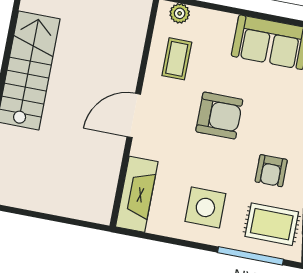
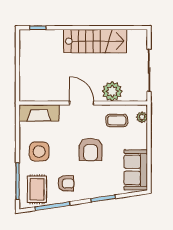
plant: (123, 57) -> (112, 91), added
armchair: (271, 171) -> (66, 183), turned 180

